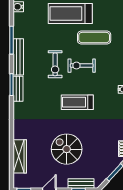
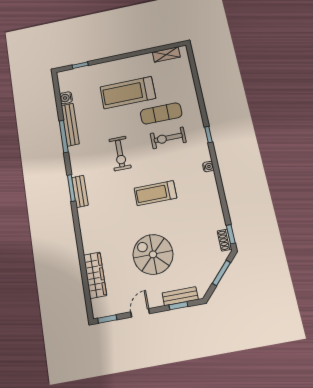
bench: (18, 57) -> (70, 125), moved
exercise bike: (82, 66) -> (168, 138), moved

